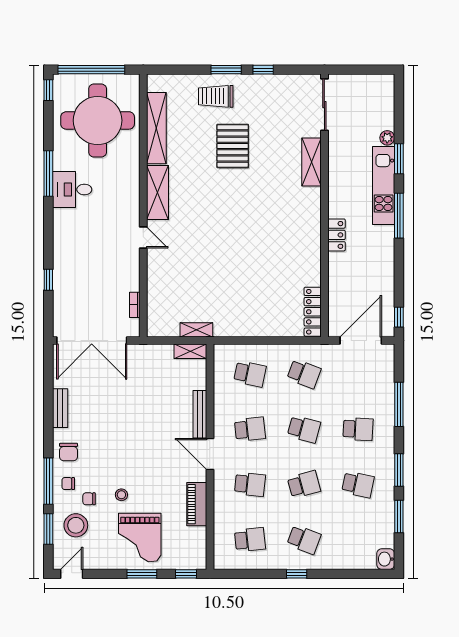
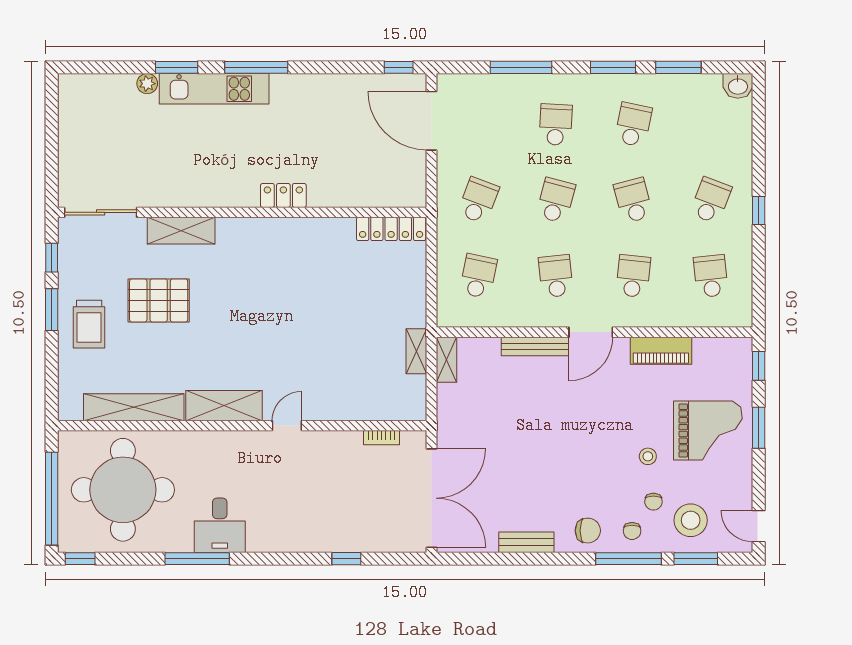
sliding door: (324, 105) -> (101, 212), moved
shelving: (311, 162) -> (181, 231), moved
wall: (324, 205) -> (242, 212), moved
locker: (336, 235) -> (283, 195), moved
locker: (313, 312) -> (391, 229), moved

